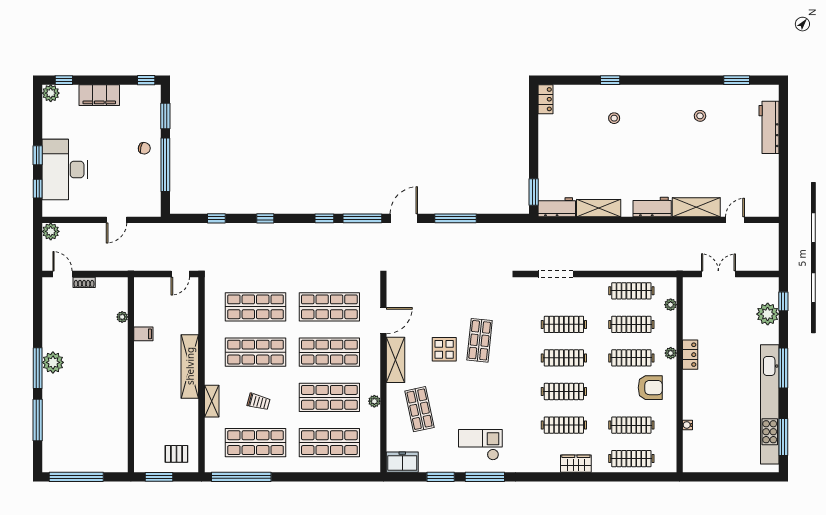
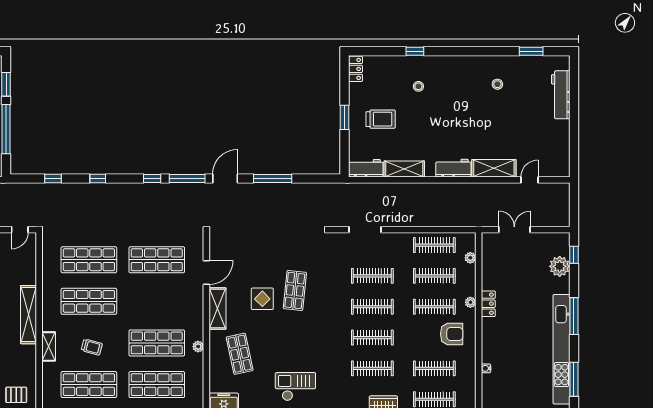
trolley: (573, 154) -> (381, 119), added
window: (534, 192) -> (345, 117), moved
shop shelf: (329, 352) -> (157, 301), removed

